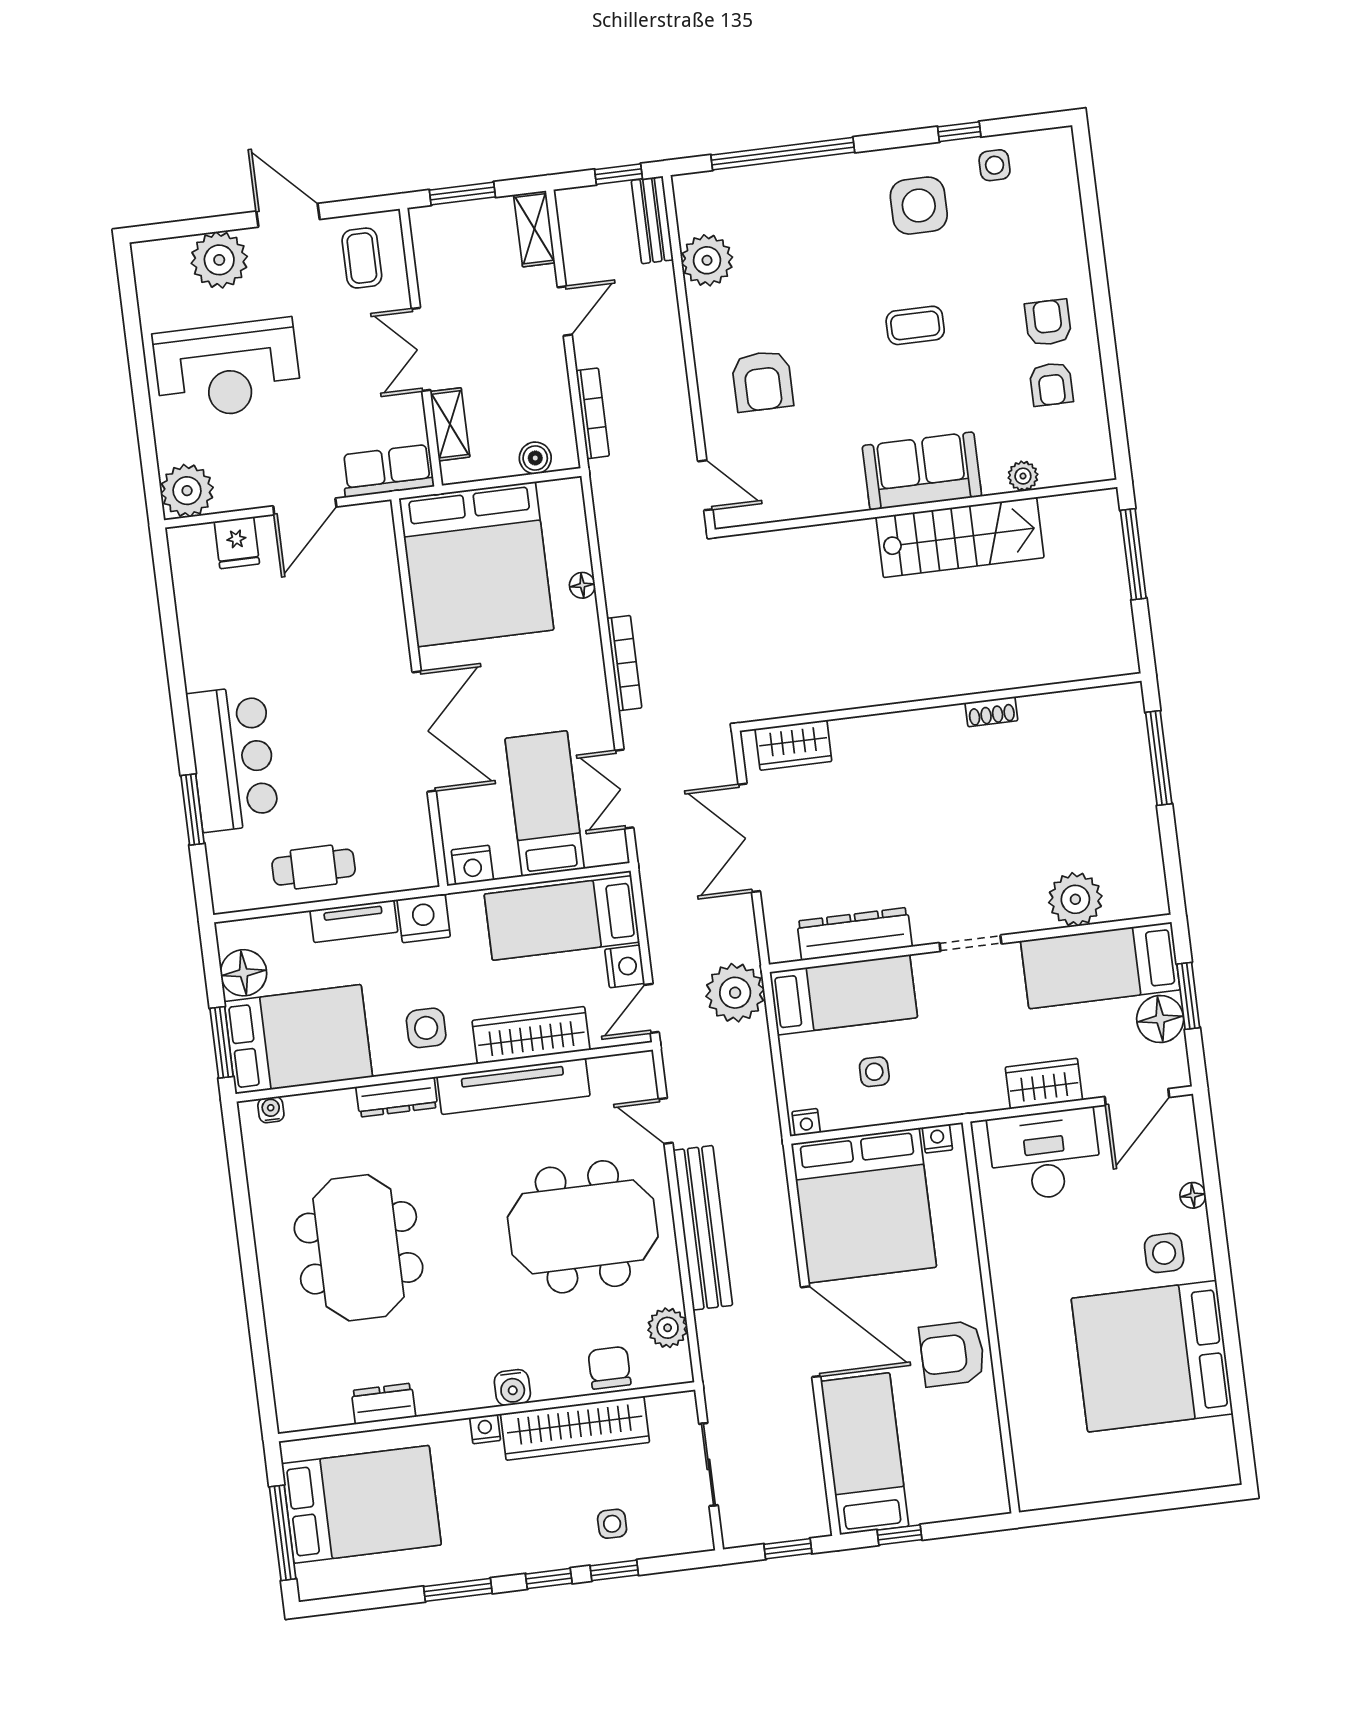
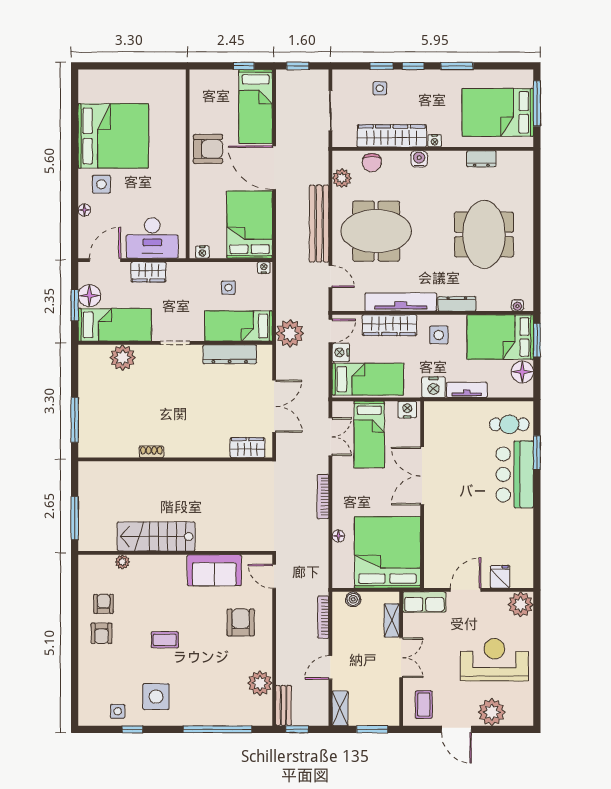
sofa: (922, 471) -> (214, 570), moved
cafe table: (314, 867) -> (509, 424), moved
bed: (864, 1205) -> (250, 225), width x0.73

